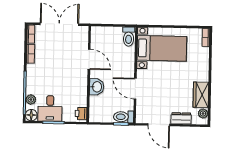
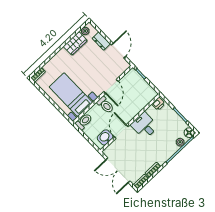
washbasin: (97, 87) -> (105, 137), moved
desk: (50, 108) -> (144, 126), moved, turned -90
toilet: (124, 117) -> (105, 105), moved

